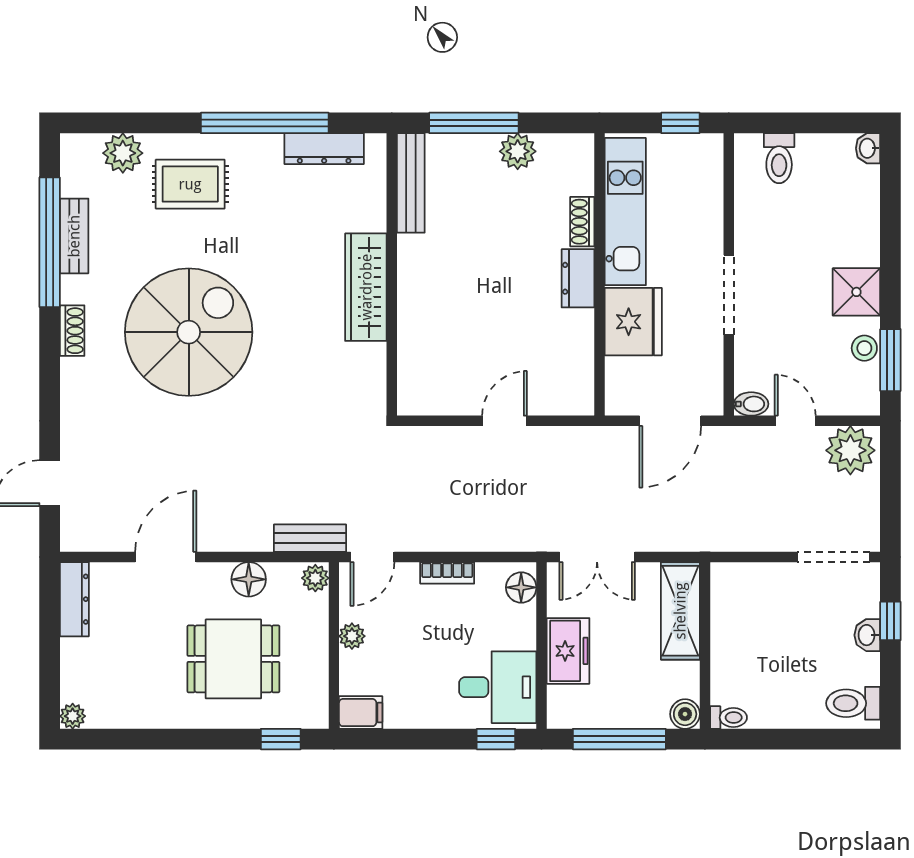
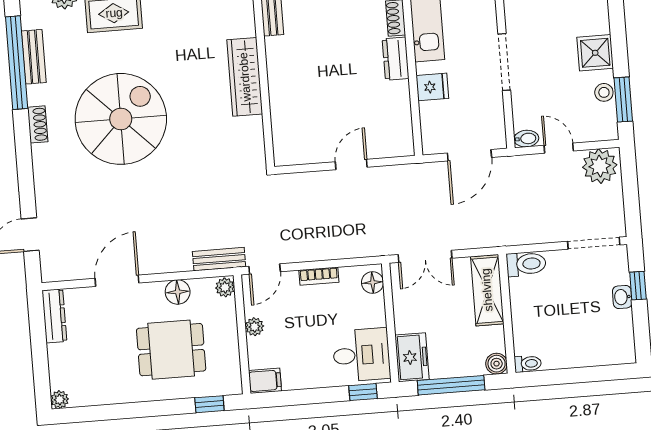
fridge: (633, 322) -> (432, 87), width x0.53, depth x0.75
freezer: (568, 651) -> (412, 357), moved
toilet: (853, 703) -> (526, 264), moved, turned 180

